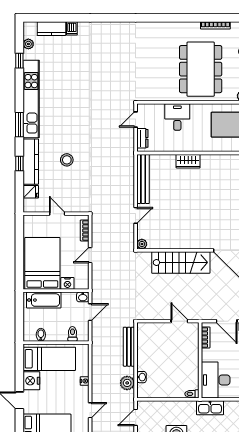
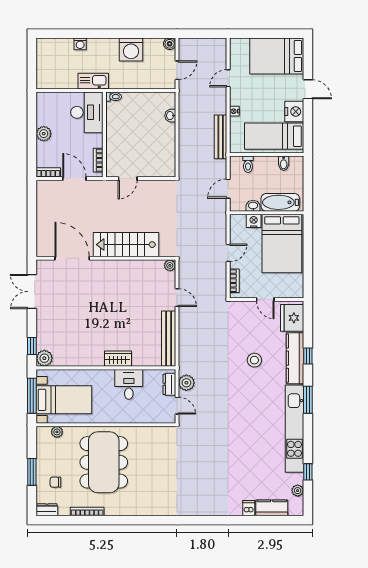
desk: (177, 117) -> (129, 384), moved, turned 180
door: (136, 119) -> (177, 406), hinge flipped
fridge: (31, 192) -> (292, 318), width x1.88, depth x1.34
door: (136, 215) -> (177, 298), swing flipped
washbasin: (83, 297) -> (253, 206), moved
door: (179, 321) -> (128, 179), hinge flipped
bench: (129, 347) -> (221, 137), moved
plant: (127, 383) -> (186, 383), moved

